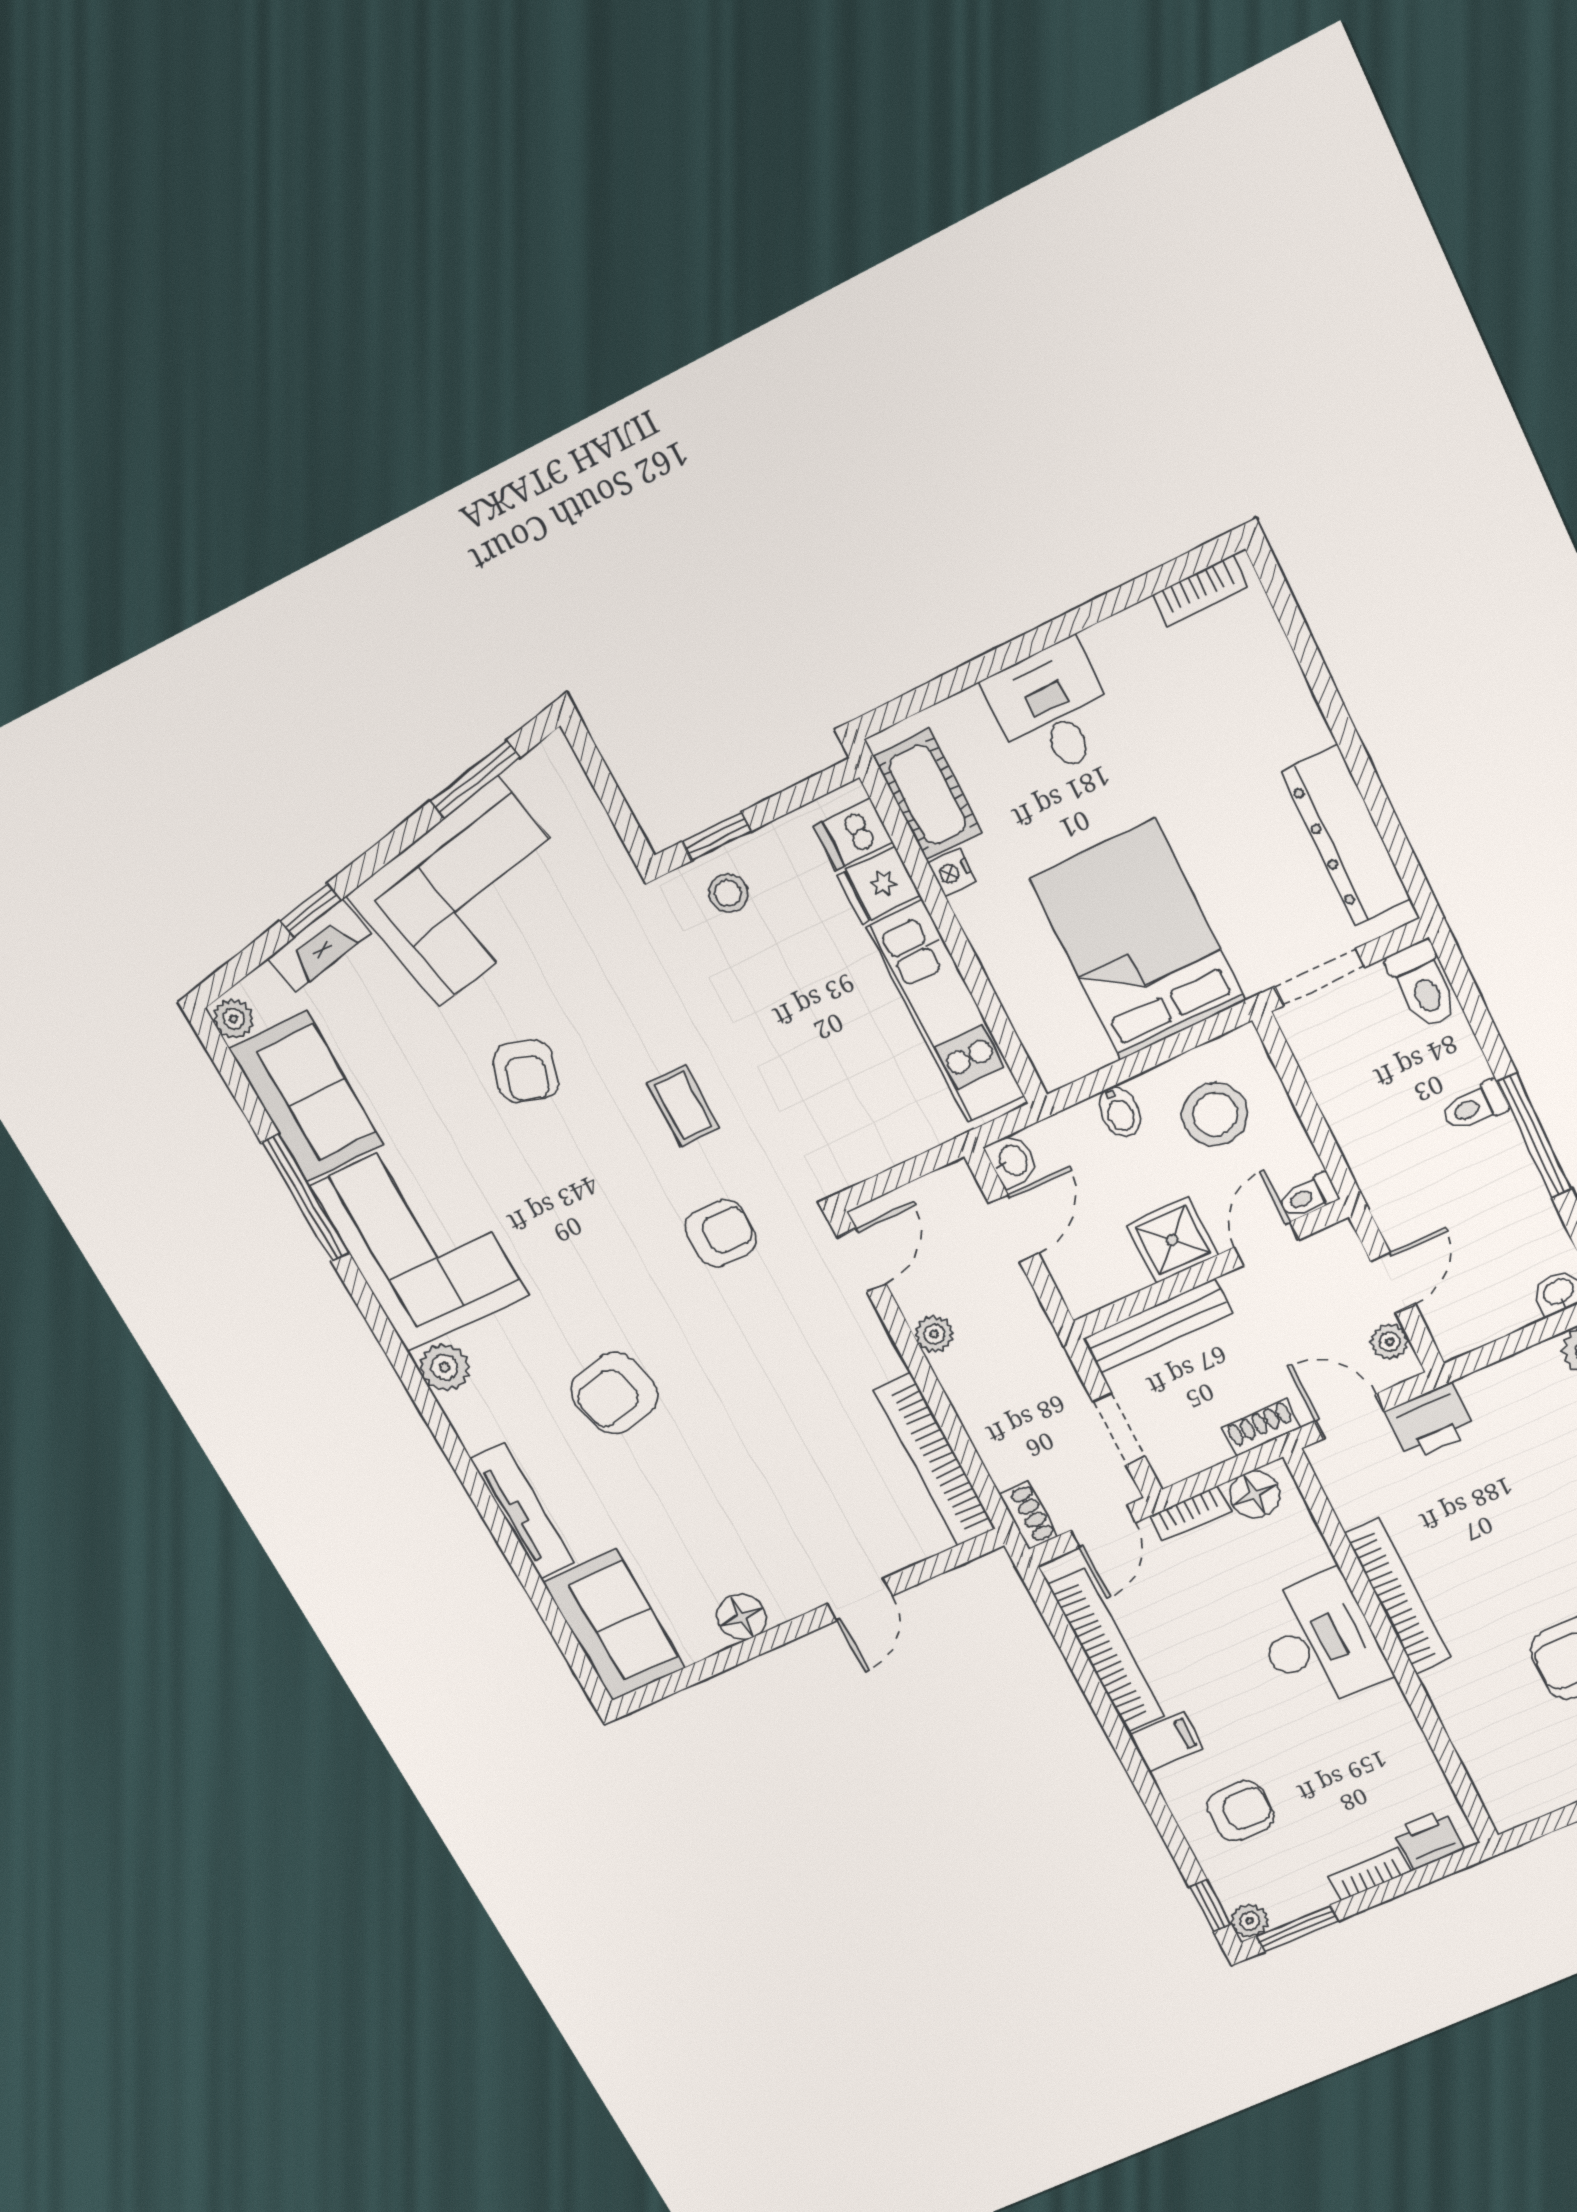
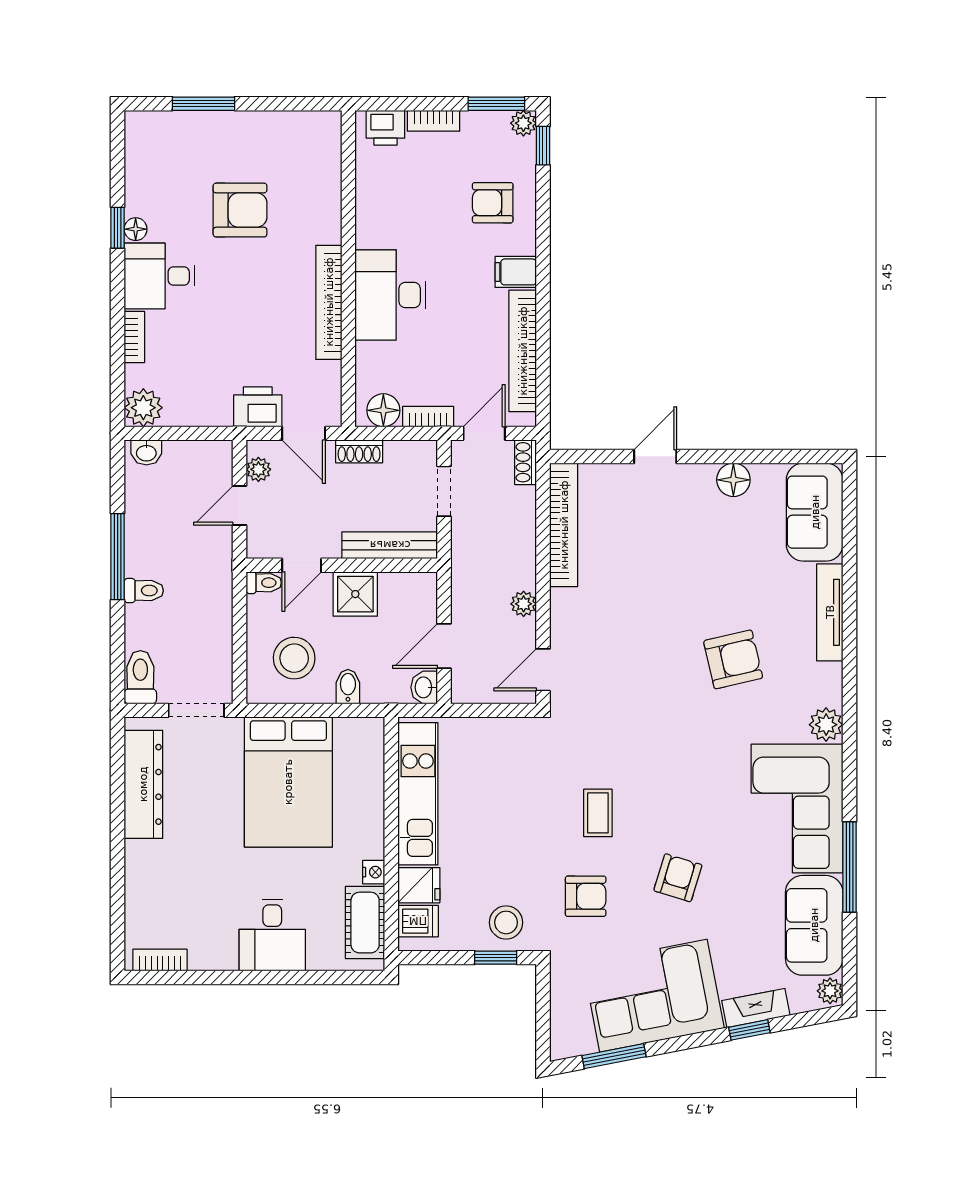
stool: (728, 893) -> (506, 922), width x1.37, depth x1.37
armchair: (721, 1233) -> (586, 896), moved, turned 180

